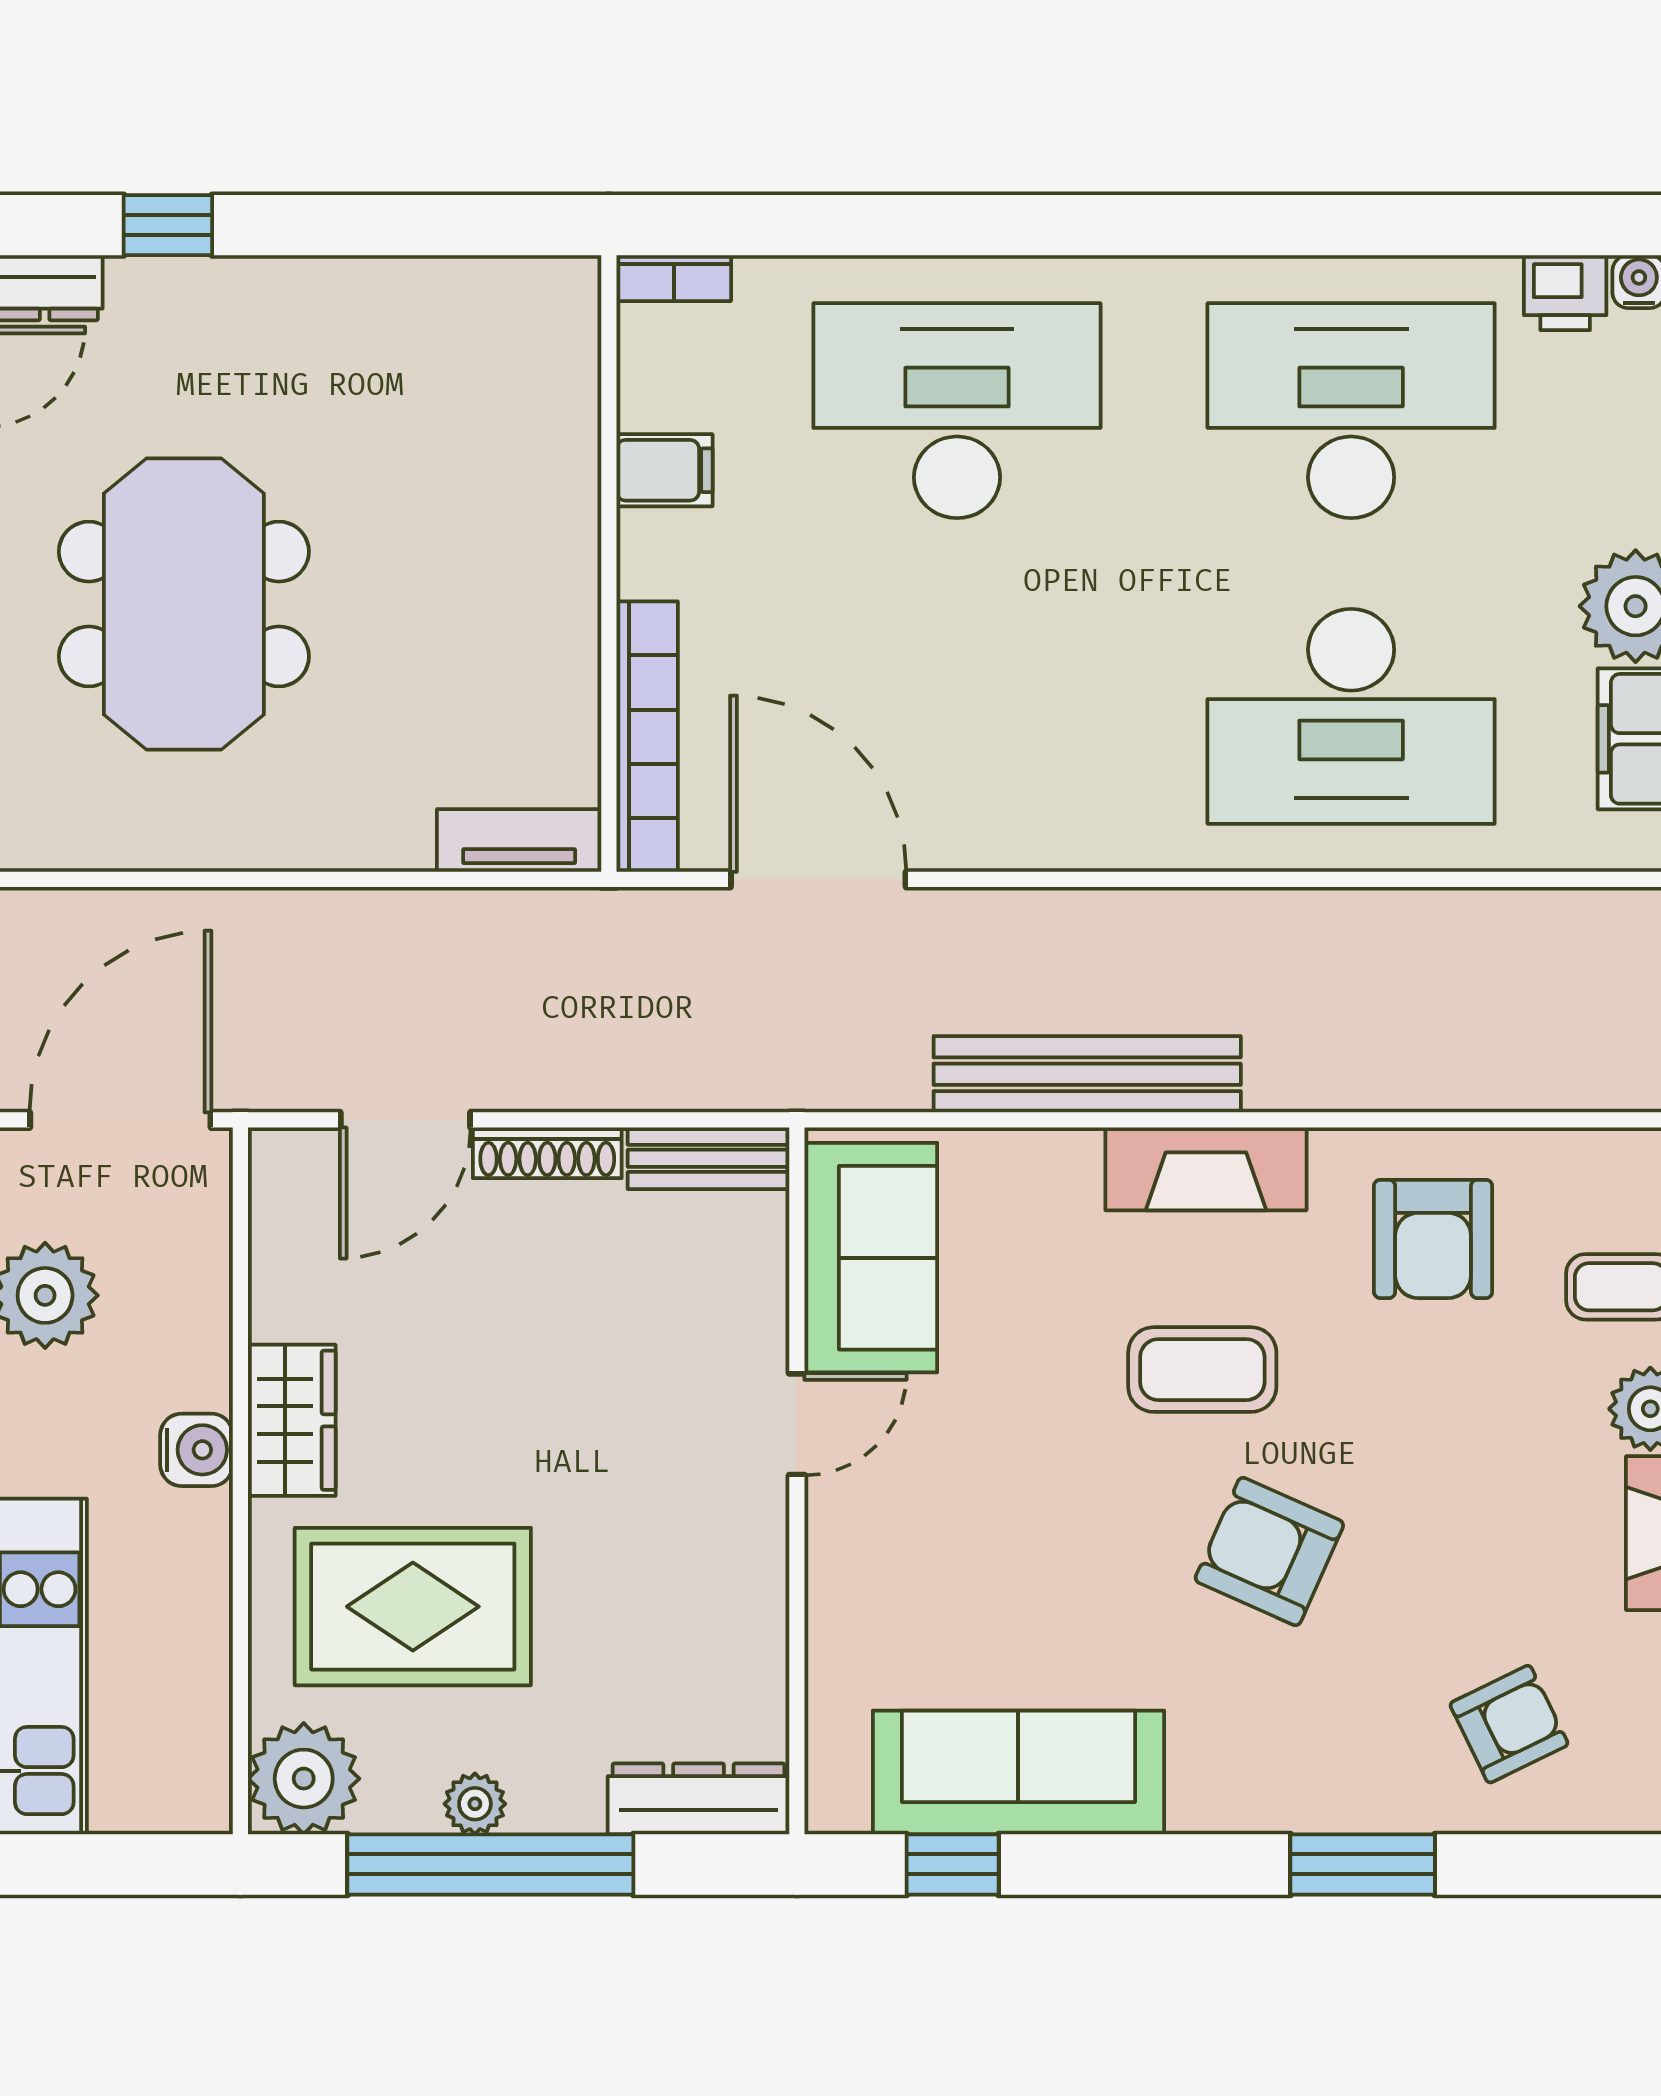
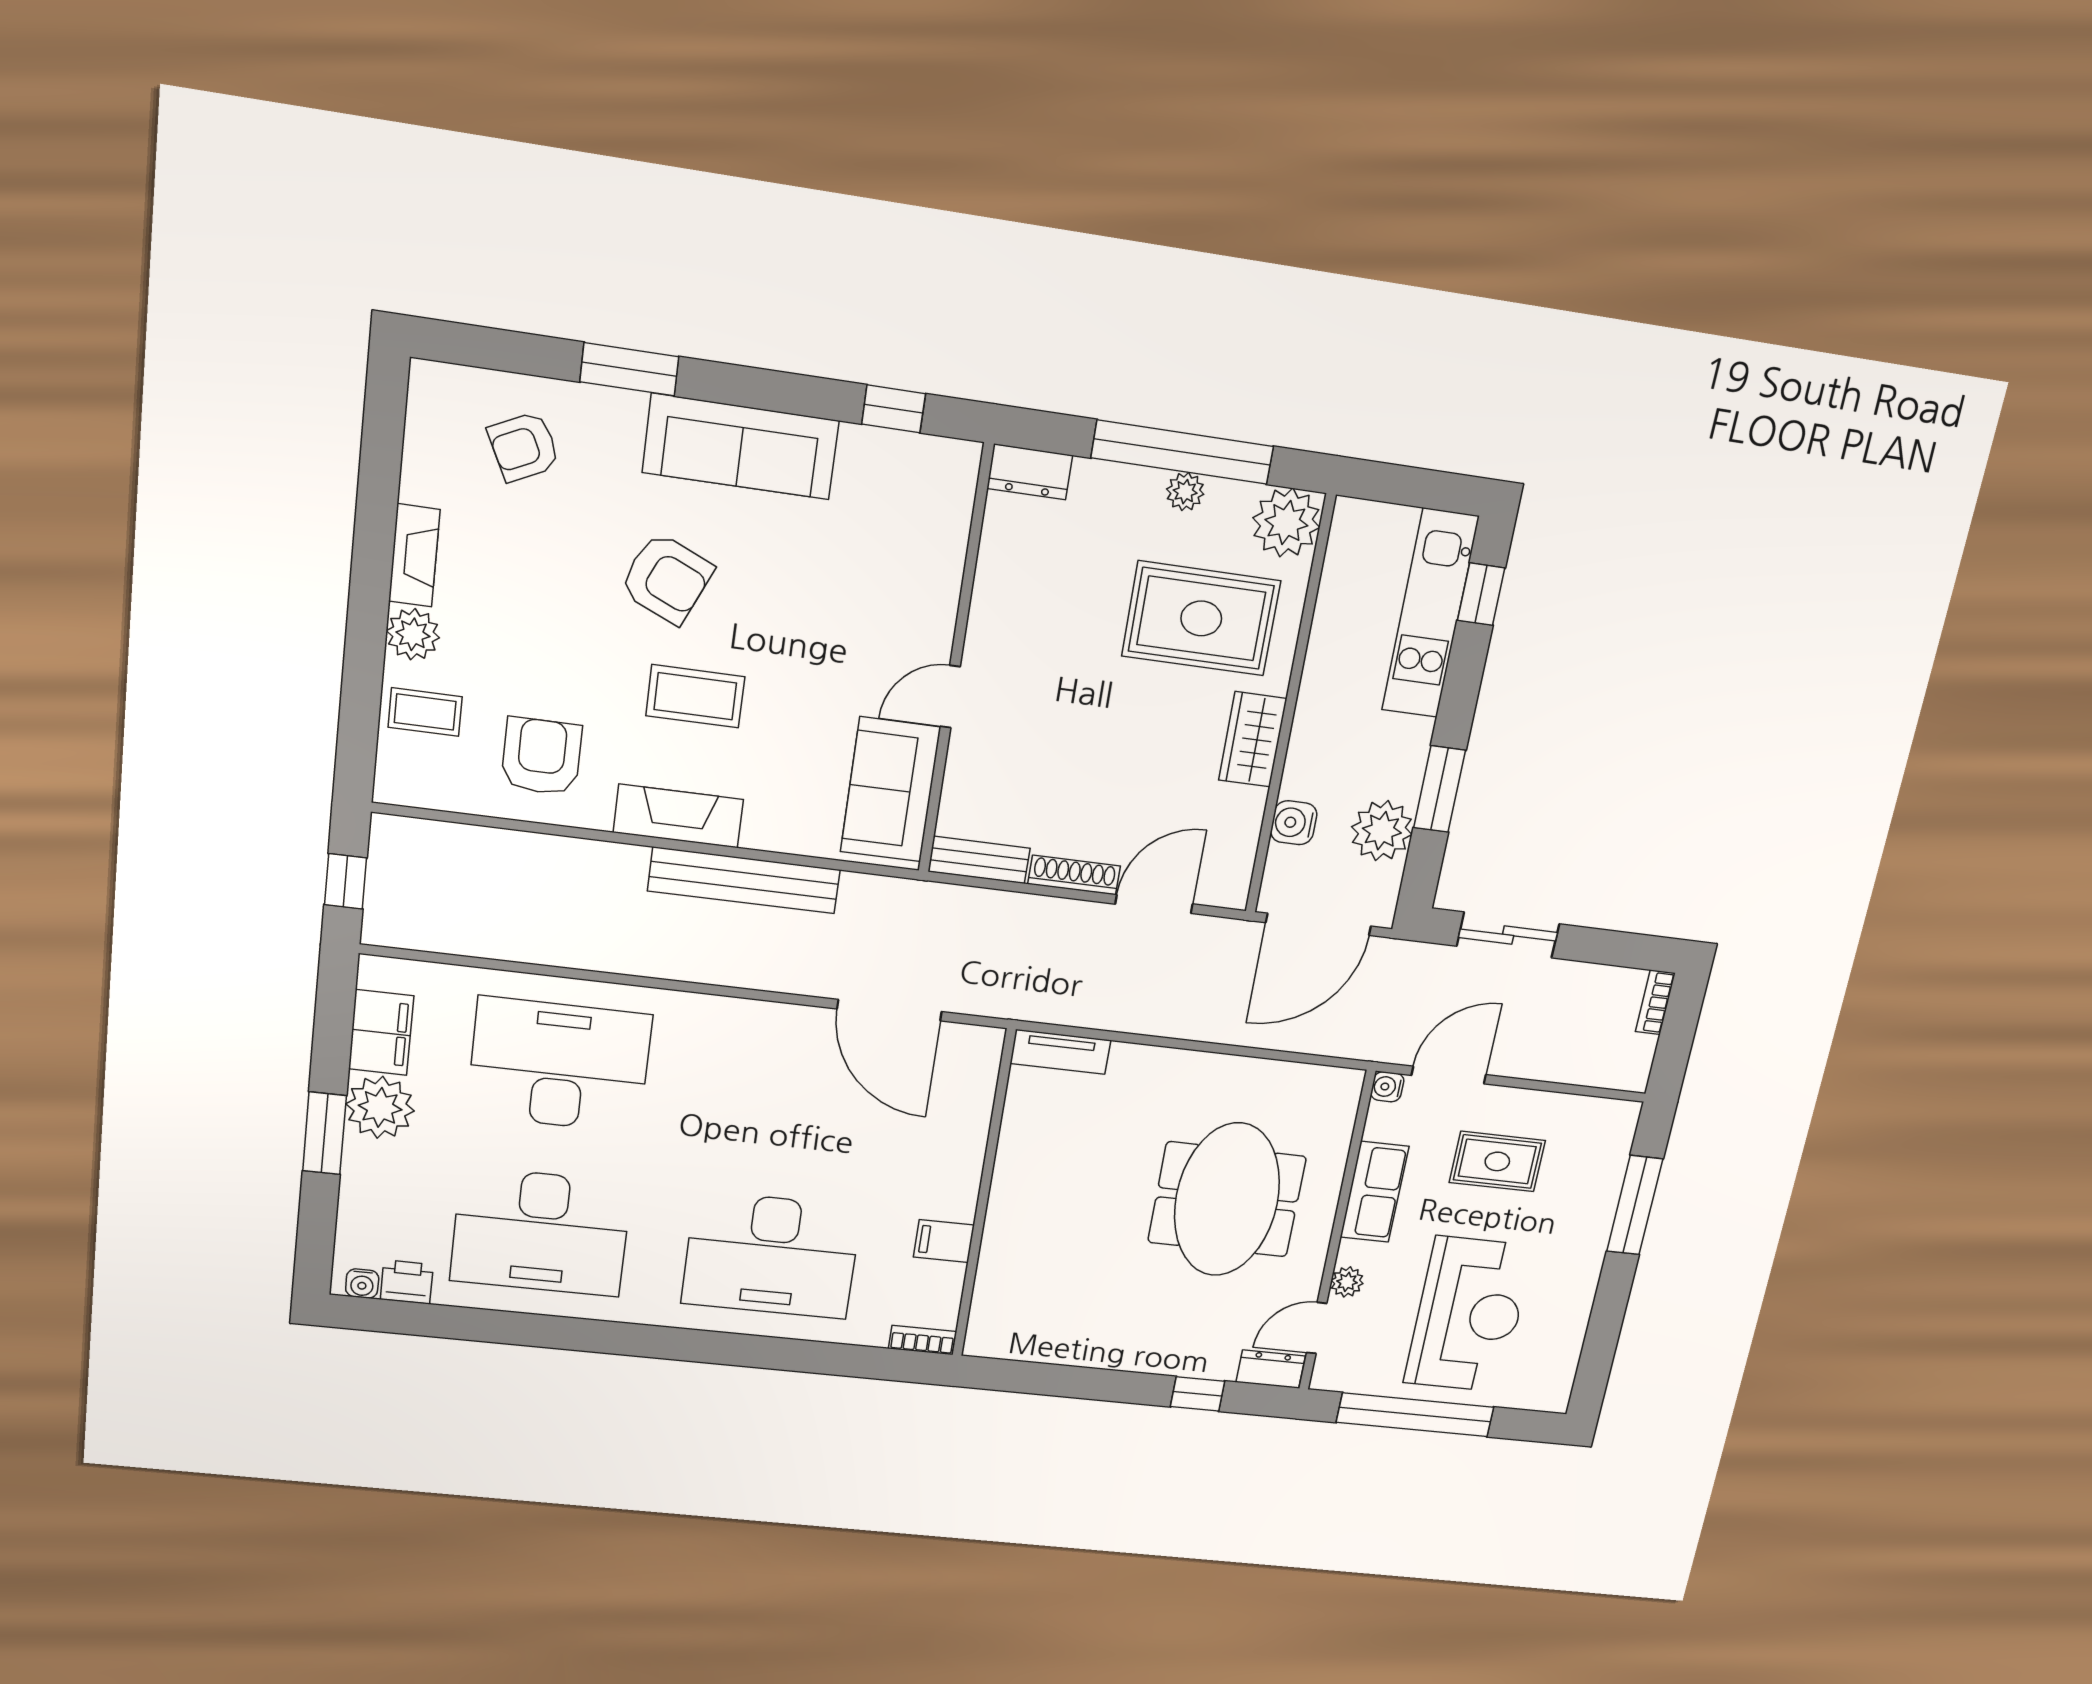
bookcase: (647, 737) -> (977, 1100), removed
water cooler: (197, 1450) -> (1294, 823), moved
sofa: (1018, 1772) -> (741, 447), moved
dresser: (699, 1799) -> (1030, 472), width x0.70

